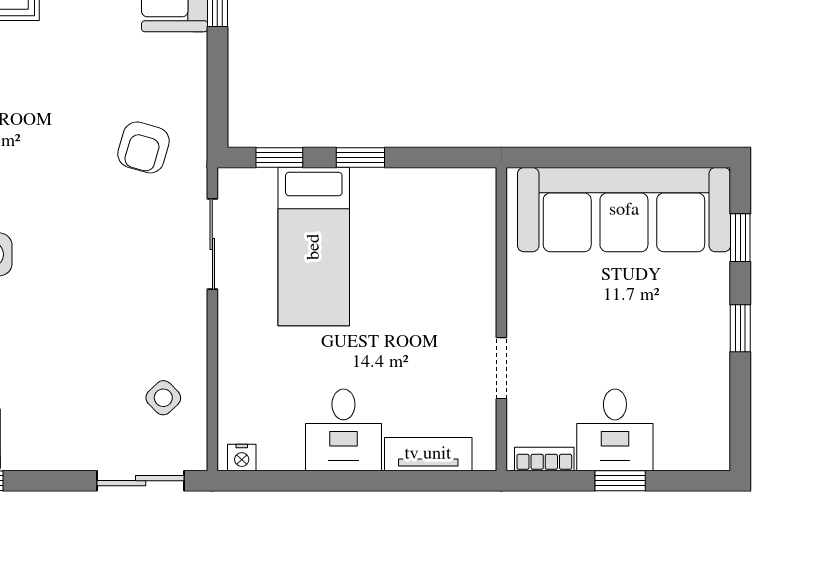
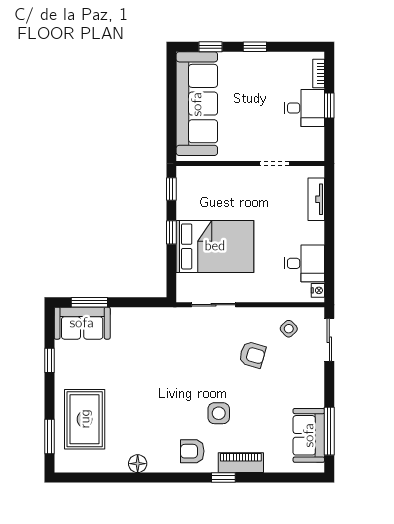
armchair: (144, 147) -> (252, 355), moved
window: (279, 157) -> (171, 189), moved
bed: (314, 247) -> (215, 246), width x1.50
desk: (343, 430) -> (304, 263), moved
bookcase: (544, 459) -> (319, 73), moved

